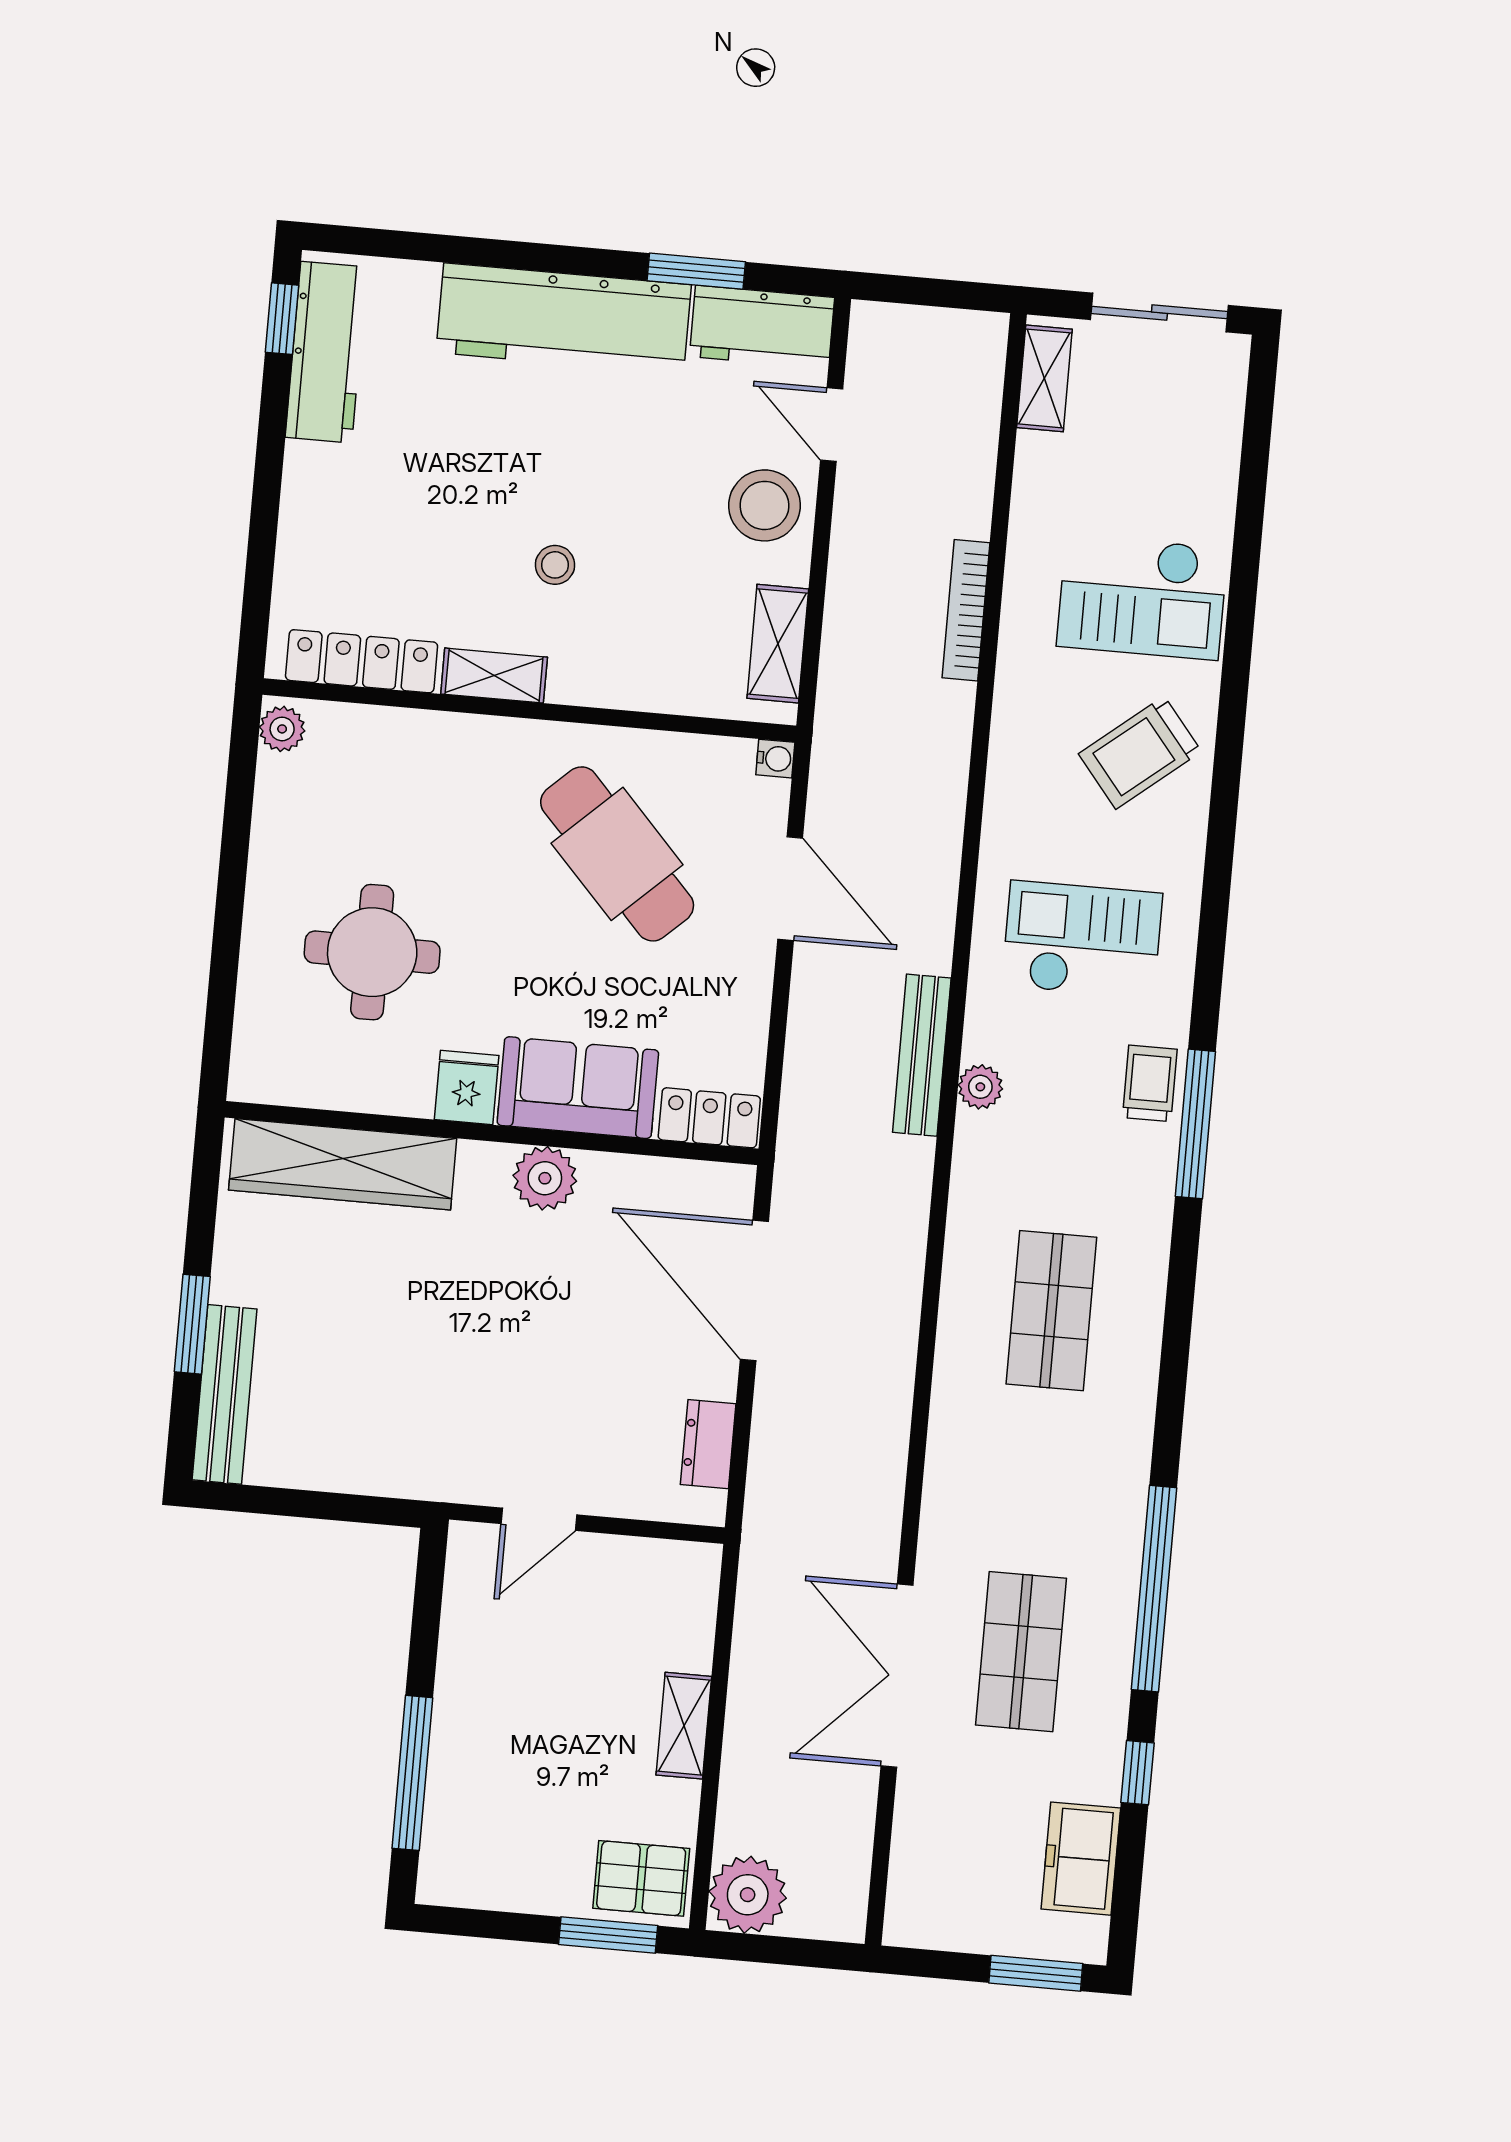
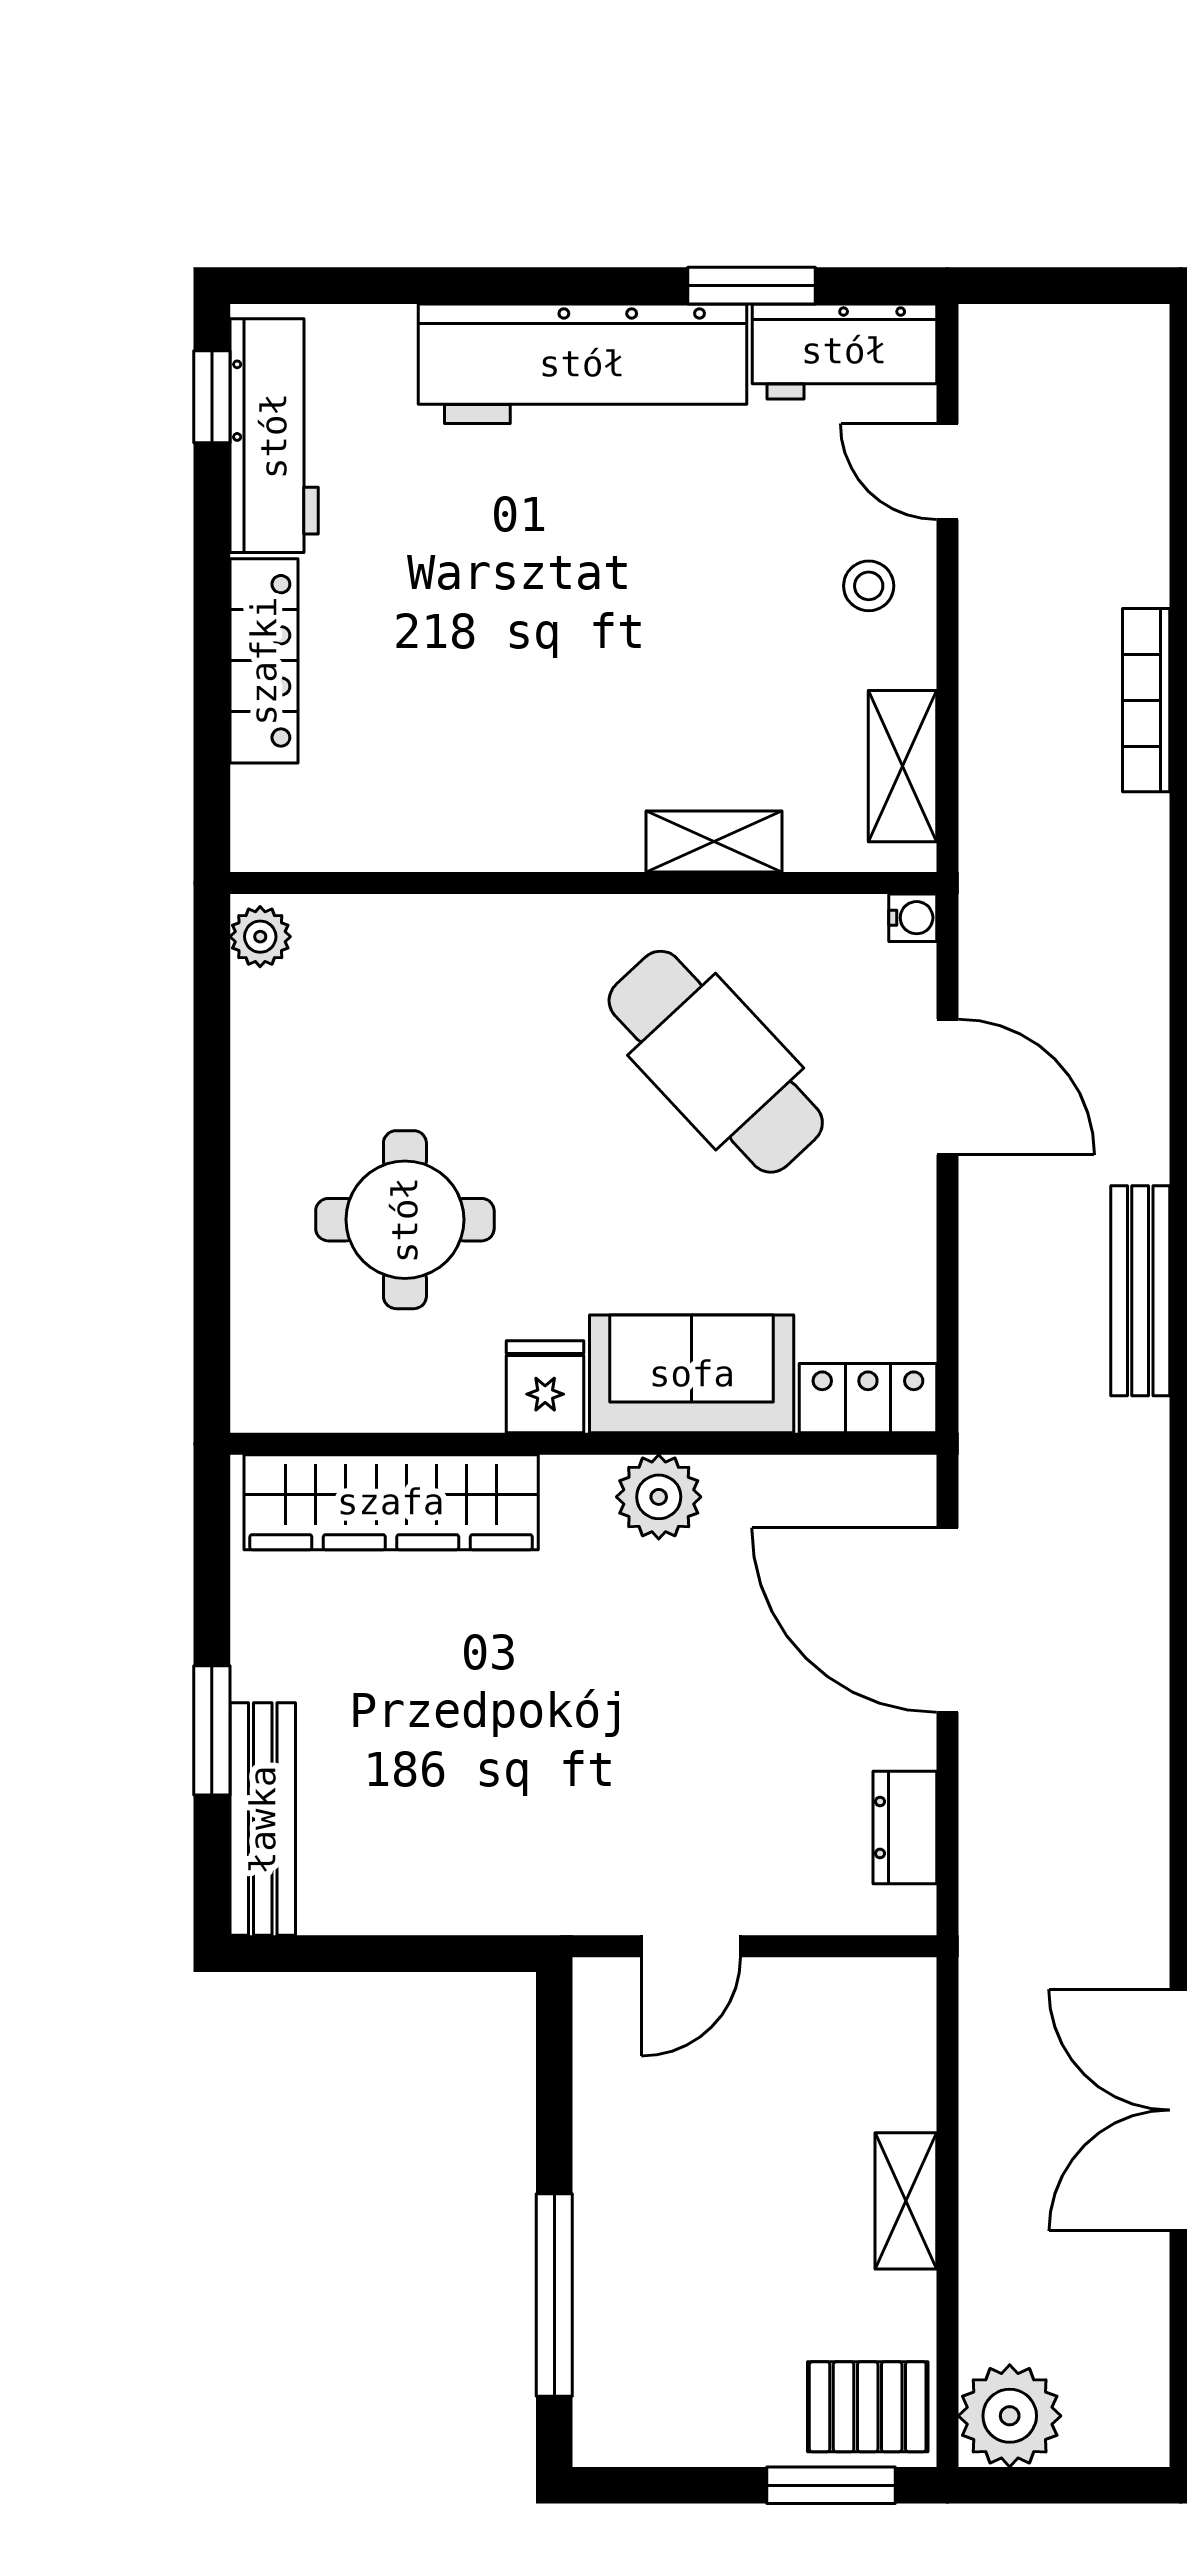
stool: (764, 505) -> (869, 586), width x0.53, depth x0.53
stool: (555, 565) -> (600, 689), removed
locker: (362, 661) -> (264, 661), moved, turned 90
shelving: (494, 676) -> (714, 841), moved

